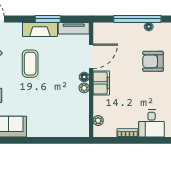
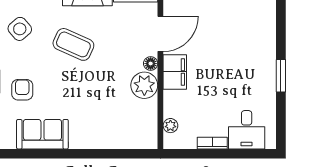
armchair: (153, 61) -> (249, 41), removed
coffee table: (30, 64) -> (73, 44), turned -66
plant: (84, 88) -> (144, 85), width x1.88, depth x1.88

